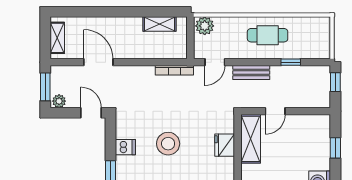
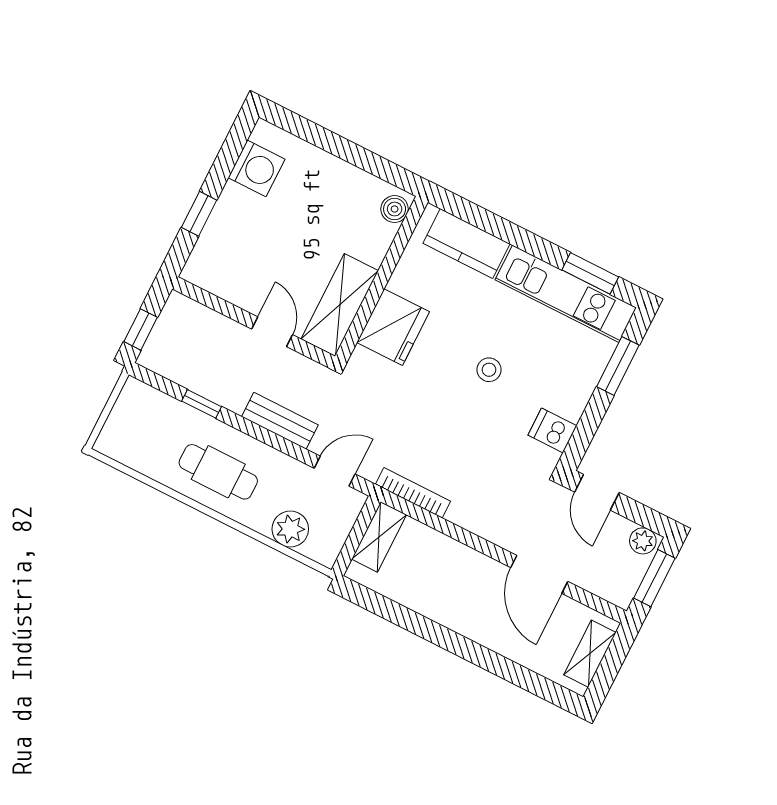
shelving: (160, 24) -> (379, 537), moved, turned 90
plant: (205, 26) -> (290, 529), moved
door: (275, 111) -> (272, 332), hinge flipped
stool: (168, 144) -> (489, 370), width x0.53, depth x0.53
fridge: (225, 145) -> (393, 327), width x1.36, depth x1.34
dishwasher: (125, 147) -> (552, 430), moved

